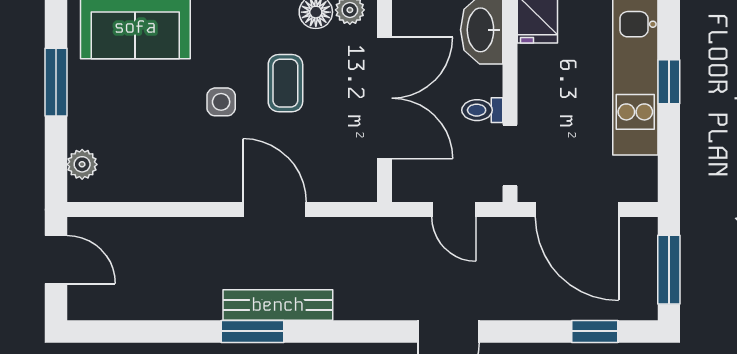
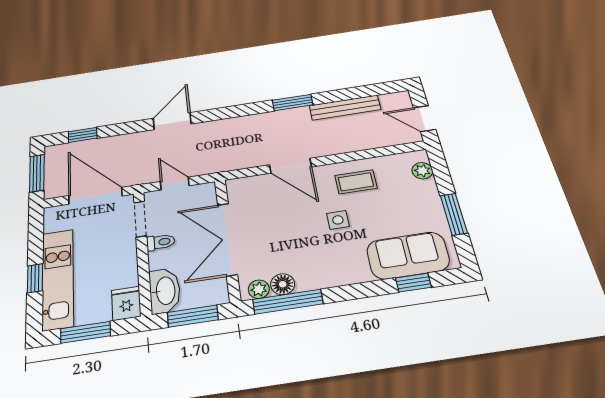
coffee table: (285, 83) -> (356, 182), moved, turned 90
bench: (278, 305) -> (345, 108), moved

